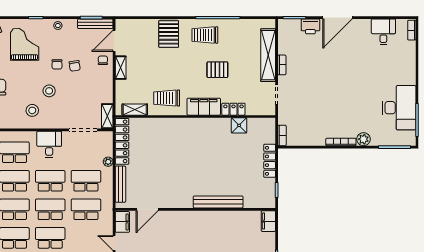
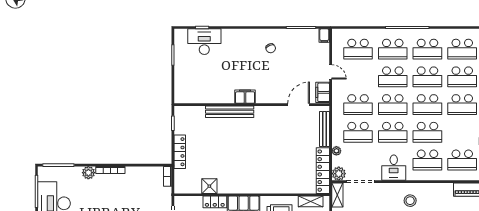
plant: (106, 138) -> (339, 174), added
filing cabinet: (268, 221) -> (245, 97), moved, turned -90

